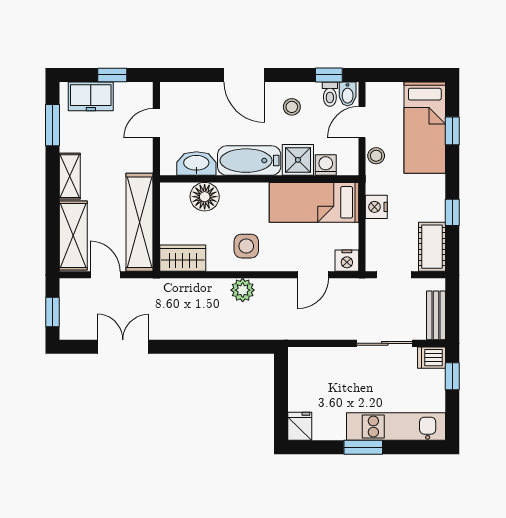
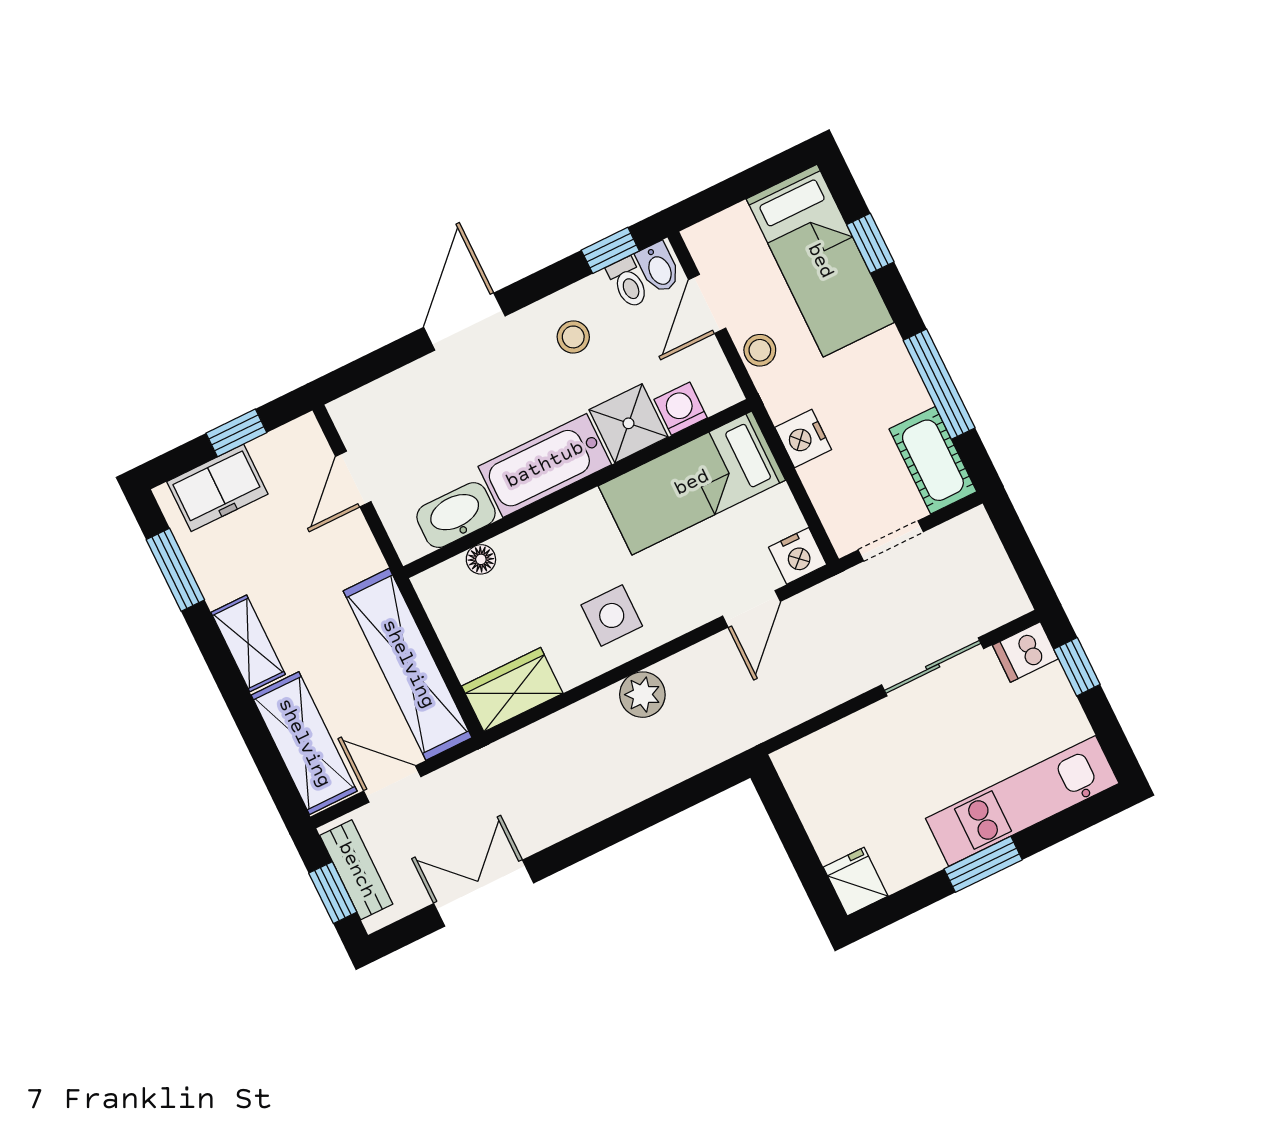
door: (244, 75) -> (464, 322), swing flipped
floor lamp: (205, 197) -> (481, 559), width x0.53, depth x0.53
window: (452, 212) -> (939, 384), width x2.17
bench: (436, 315) -> (356, 870), moved

